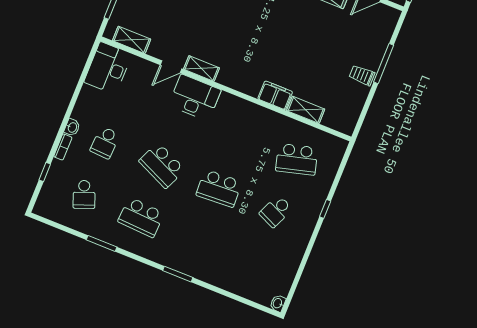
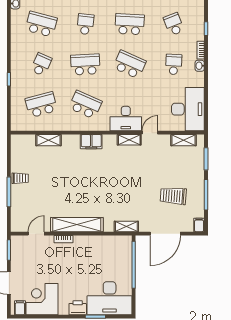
desk: (108, 68) -> (188, 109), width x1.36, depth x1.30
filing cabinet: (275, 95) -> (91, 142), moved
school desk: (240, 136) -> (85, 105), added
school desk: (198, 240) -> (85, 24), added
school desk: (255, 263) -> (41, 24), added

